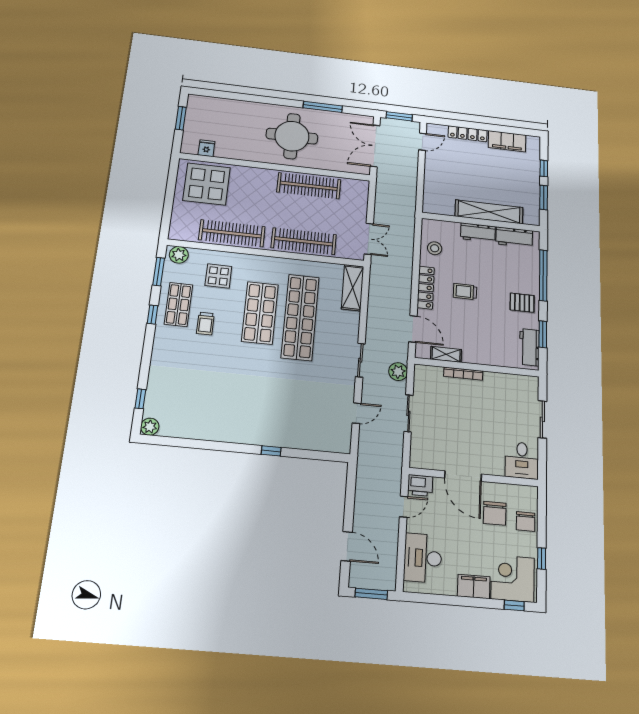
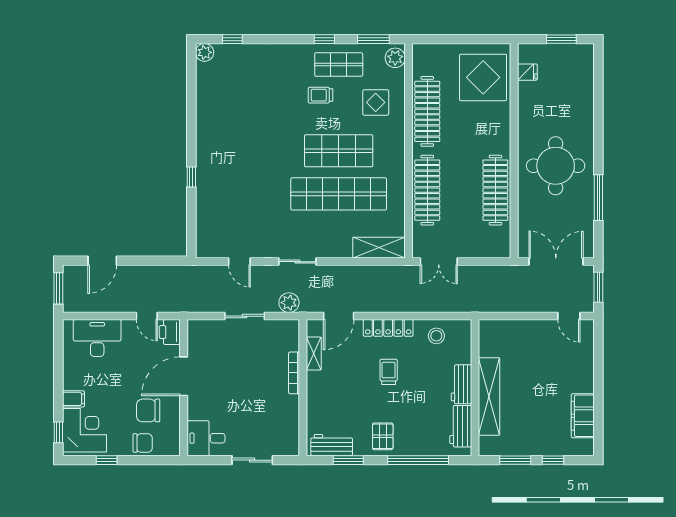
locker: (468, 134) -> (586, 369), removed
chair: (526, 521) -> (143, 443), turned 180
filing cabinet: (474, 586) -> (73, 399), width x0.50

